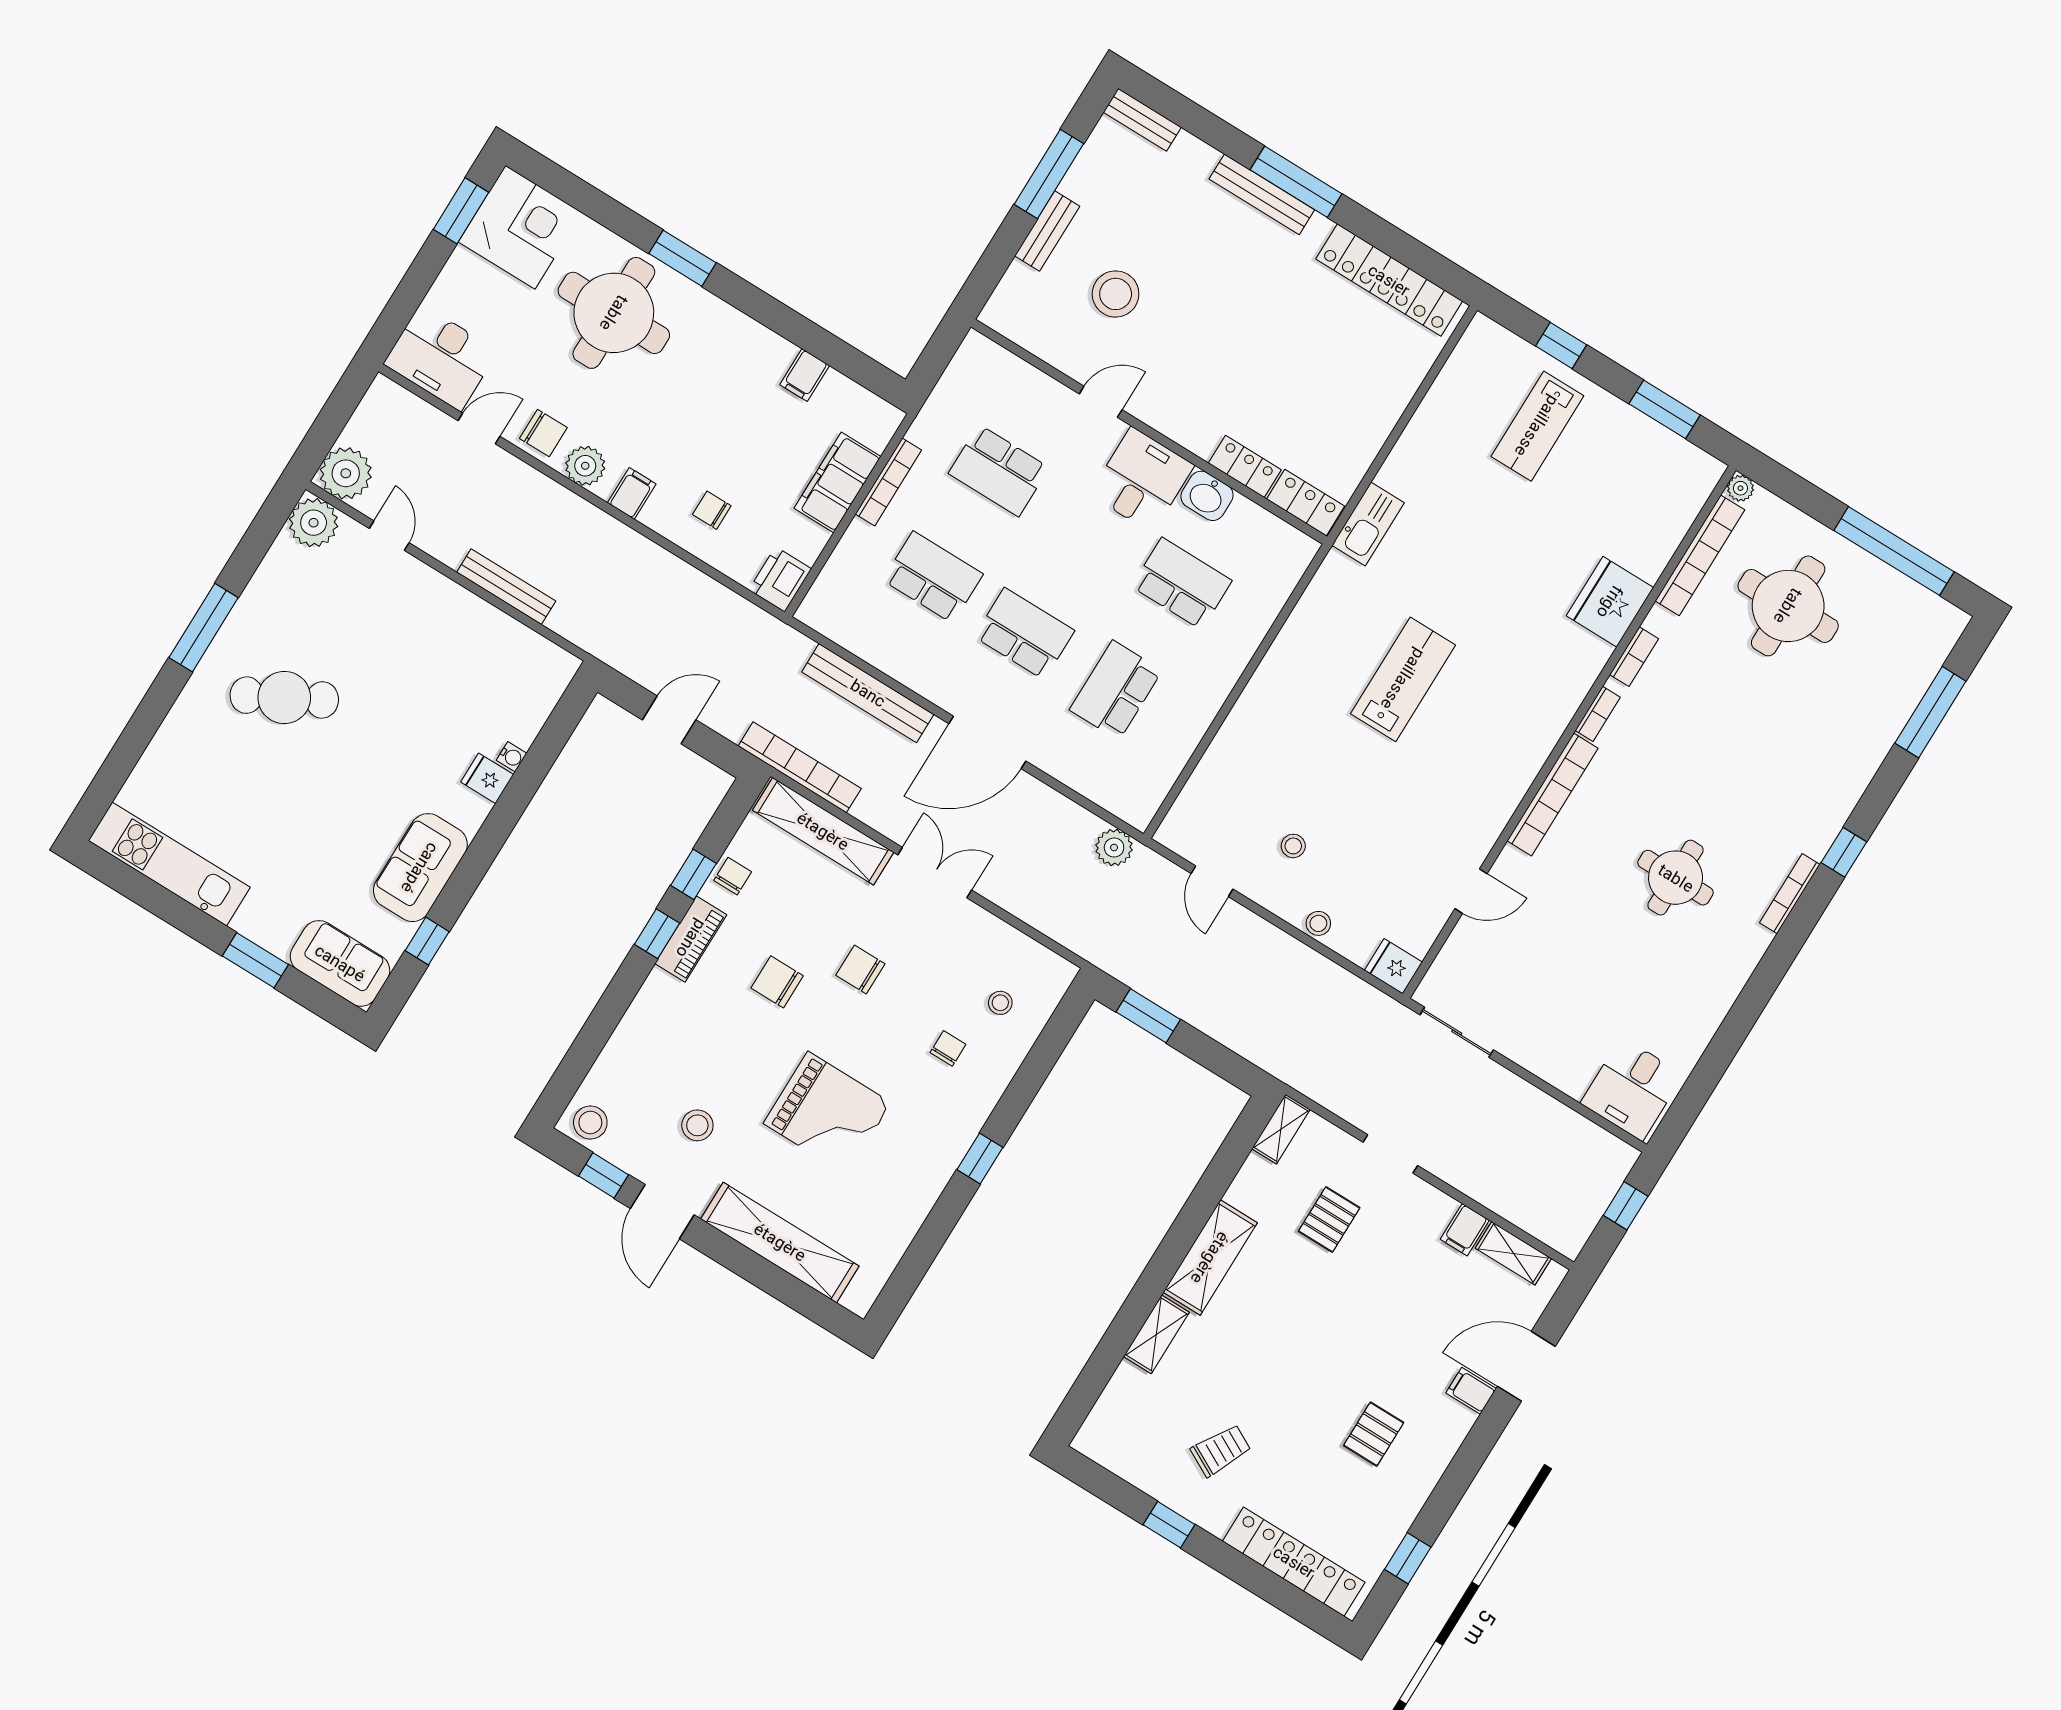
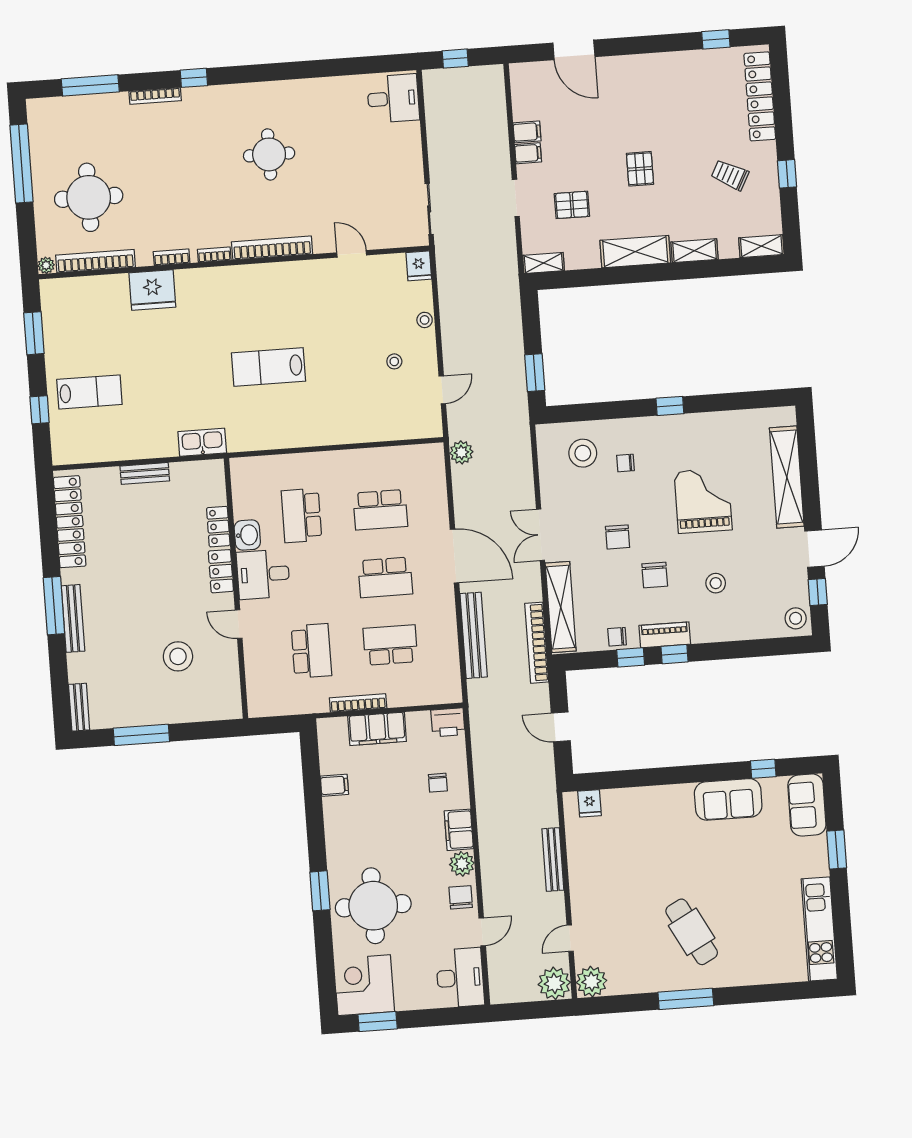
bench: (1047, 231) -> (145, 473), moved
door: (479, 428) -> (482, 932), swing flipped
filing cabinet: (632, 493) -> (459, 830), width x2.00
locker: (1306, 503) -> (221, 571), moved
school desk: (933, 577) -> (390, 645), turned 90
school desk: (1024, 634) -> (385, 577), turned -90
water cooler: (512, 757) -> (638, 794), removed
fridge: (487, 778) -> (590, 803), moved
bookcase: (1790, 894) -> (155, 96), moved
stool: (1000, 1003) -> (583, 453), width x1.89, depth x1.89
stool: (697, 1125) -> (716, 583), moved
shelving: (1513, 1253) -> (761, 246), moved, turned 90
filing cabinet: (1471, 1391) -> (528, 153), moved, turned -90
pallet: (1374, 1434) -> (640, 169), moved, turned 90

